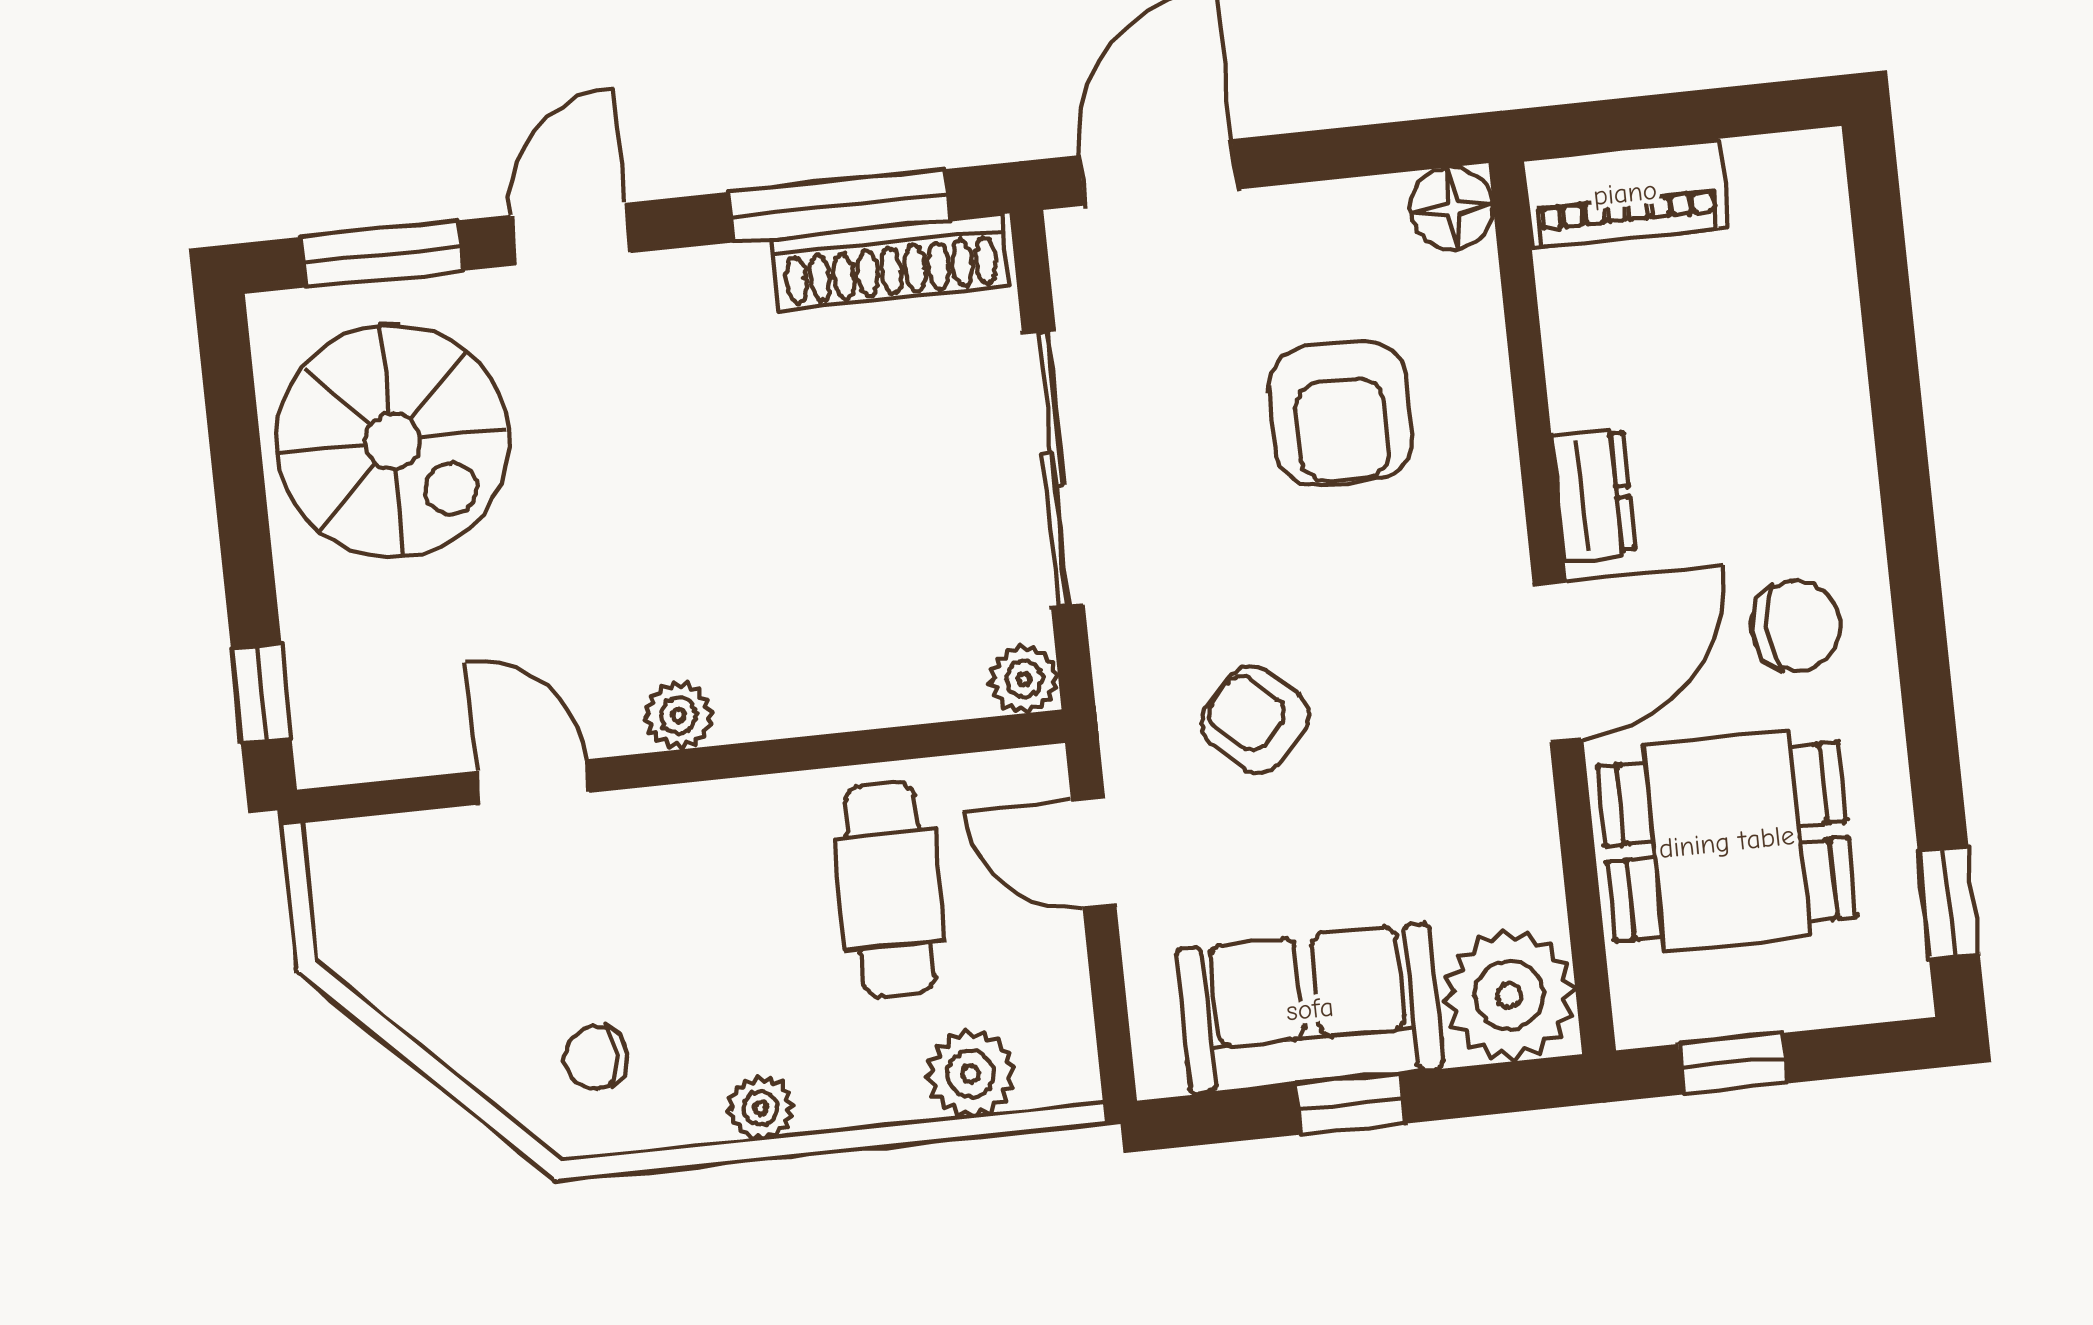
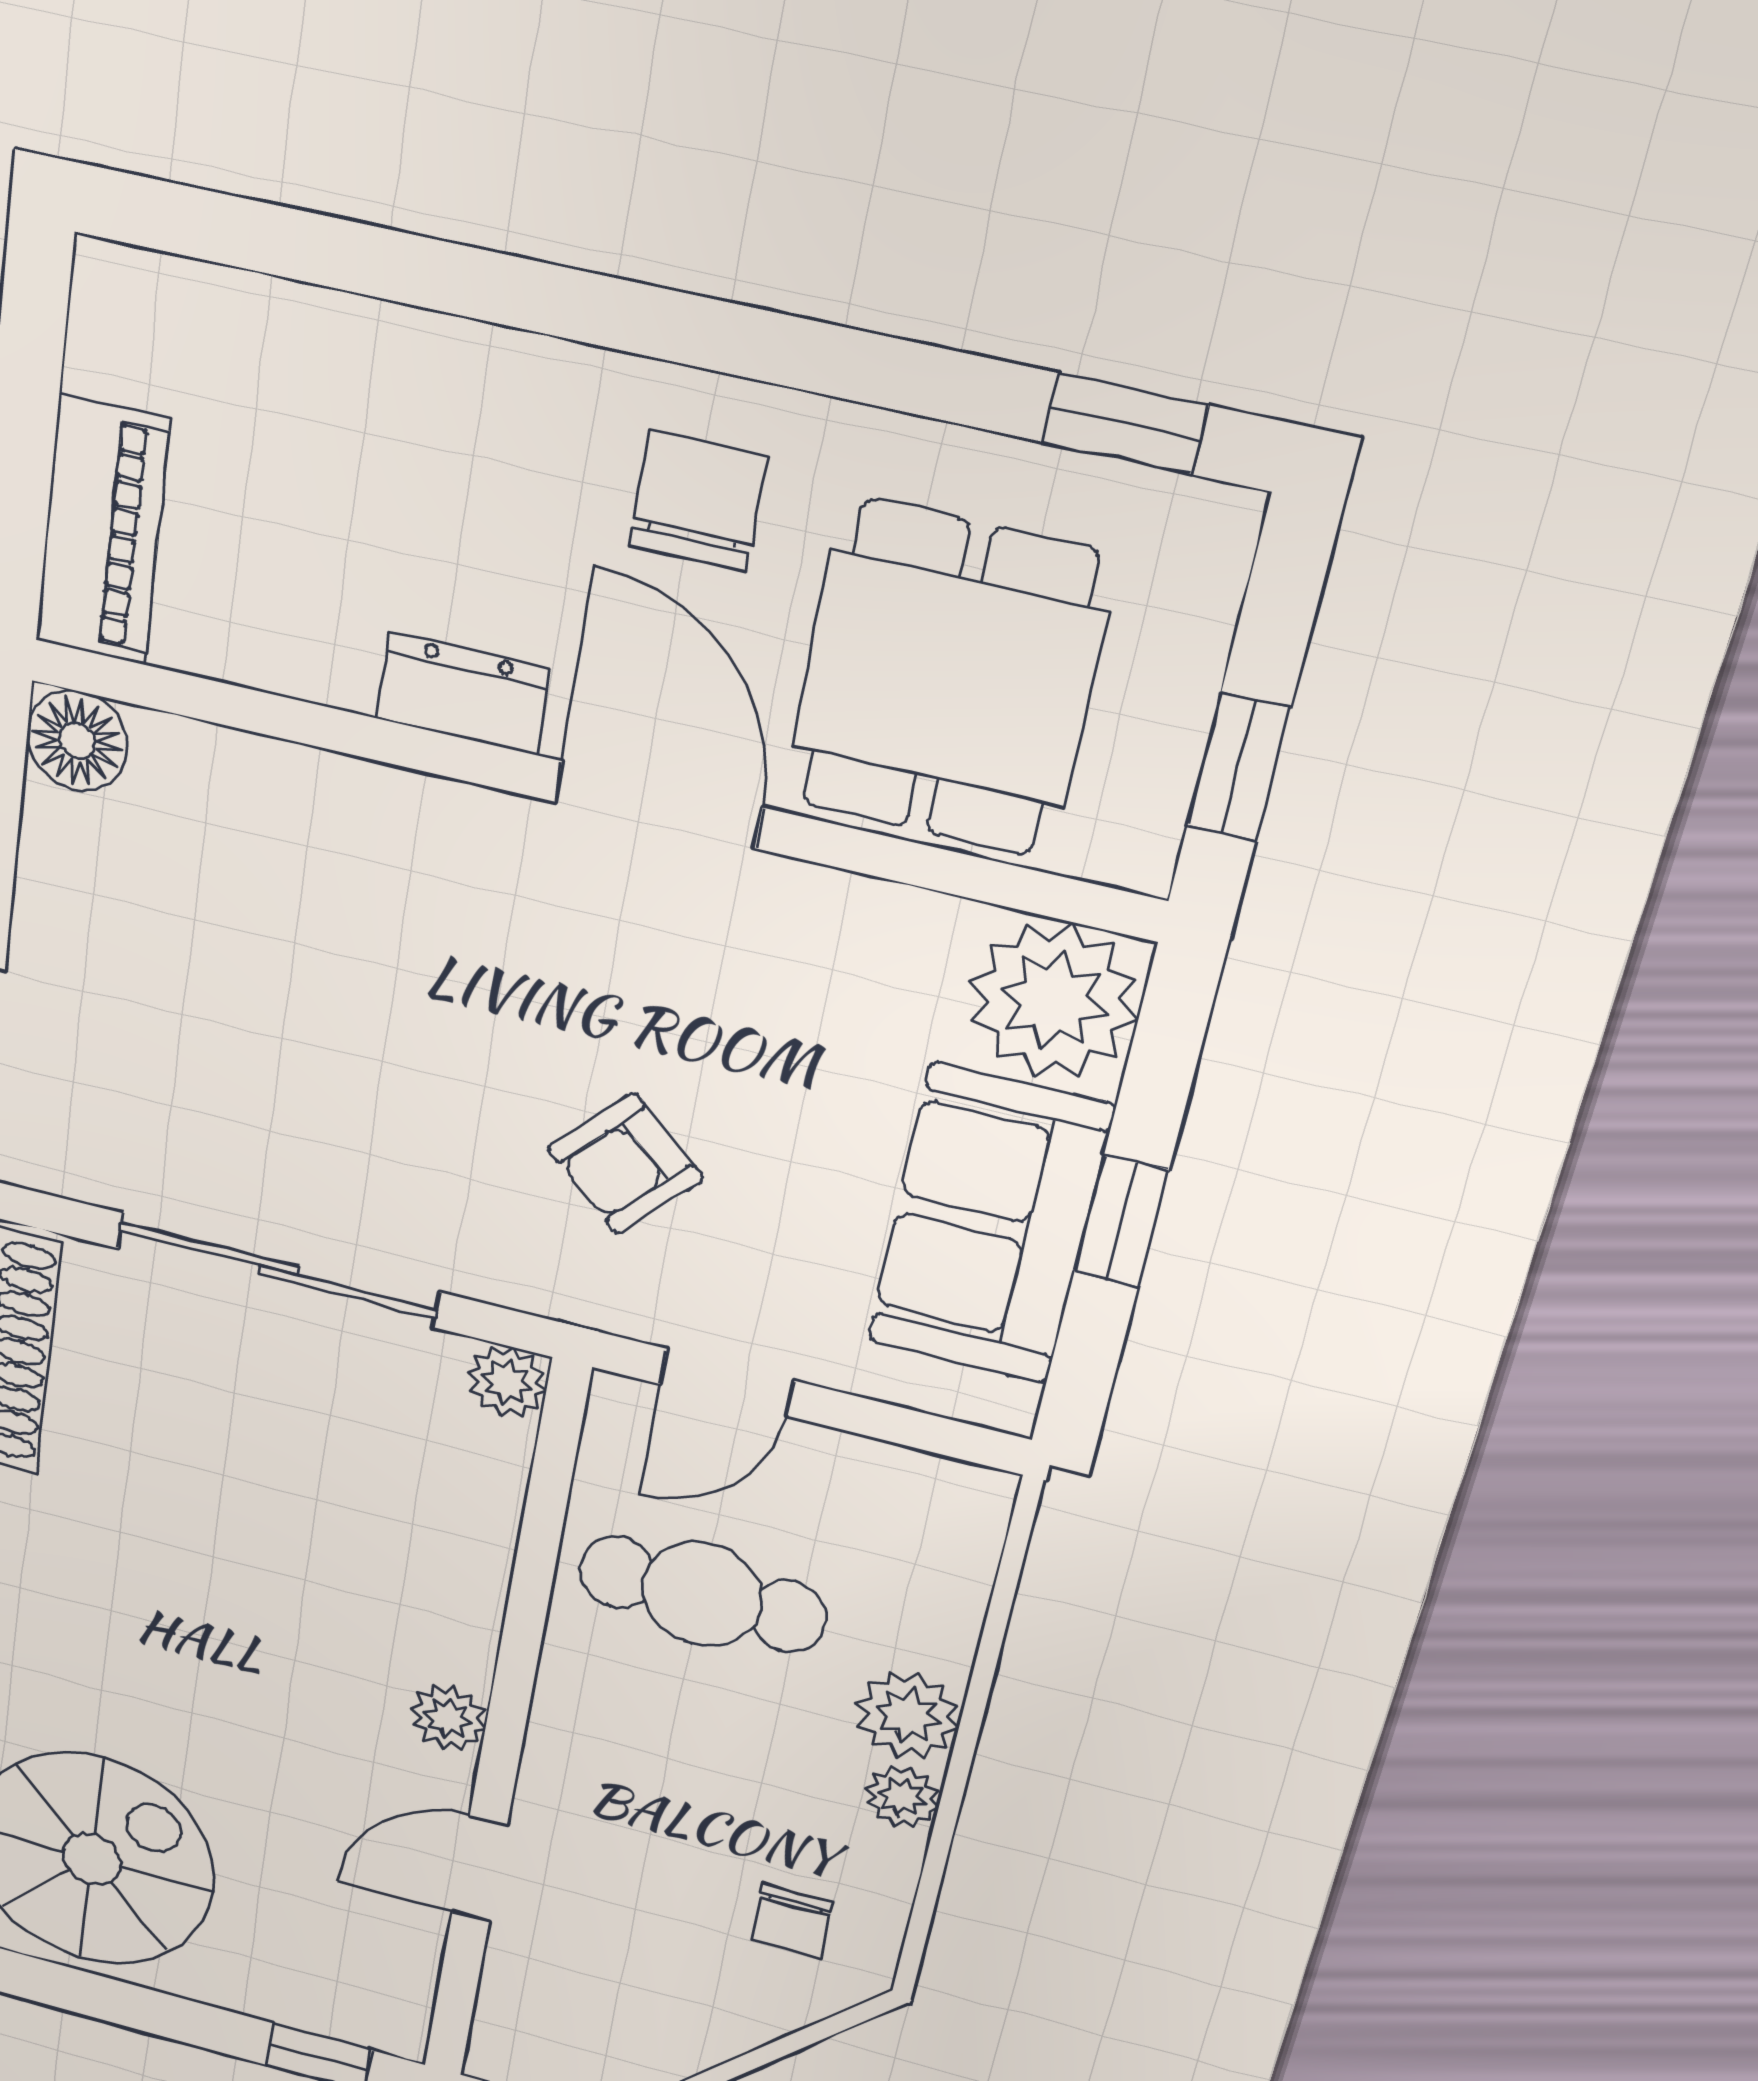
armchair: (1341, 413) -> (291, 948), removed
plant: (971, 1074) -> (908, 1716), moved

